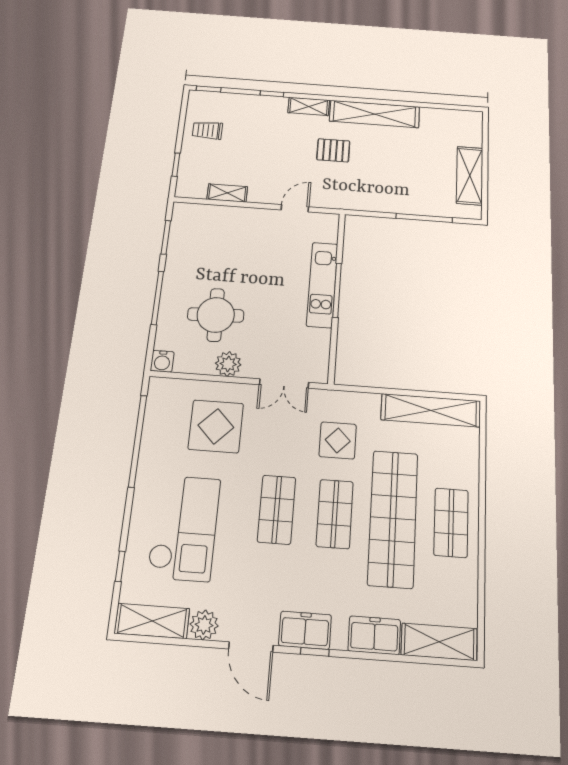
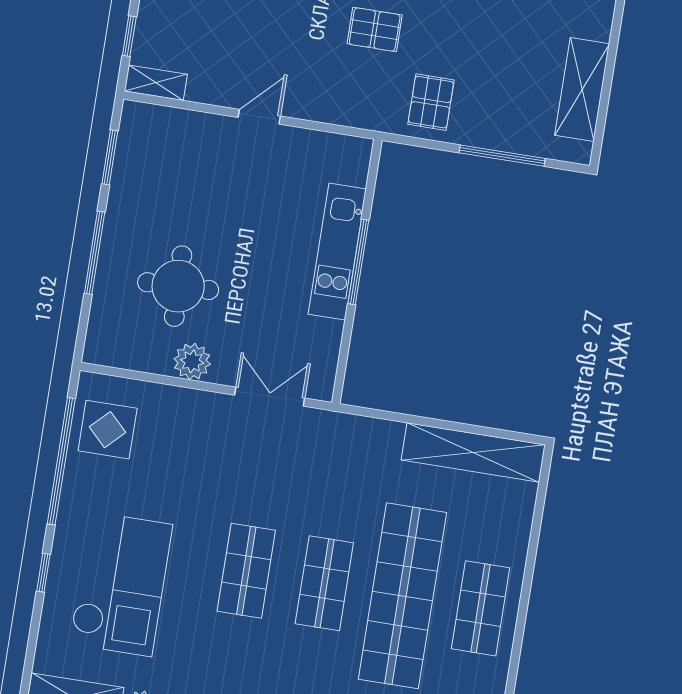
pallet: (374, 190) -> (431, 102), added
shelving: (227, 193) -> (156, 83), moved
door: (295, 208) -> (259, 117), moved
water cooler: (162, 361) -> (99, 350), removed
double door: (284, 383) -> (270, 397), swing flipped
display table: (216, 426) -> (108, 430), moved, width x0.73, depth x0.73
display table: (338, 440) -> (338, 484), removed
window: (120, 566) -> (43, 573), moved

